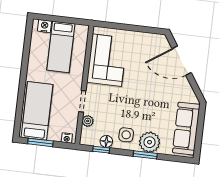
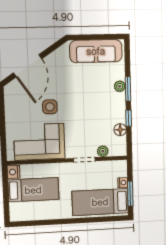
nightstand: (45, 26) -> (14, 172), moved
side table: (126, 135) -> (50, 107), moved
nightstand: (67, 138) -> (123, 183), moved
plant: (150, 142) -> (120, 86), width x0.53, depth x0.53
window: (101, 150) -> (129, 118), moved

